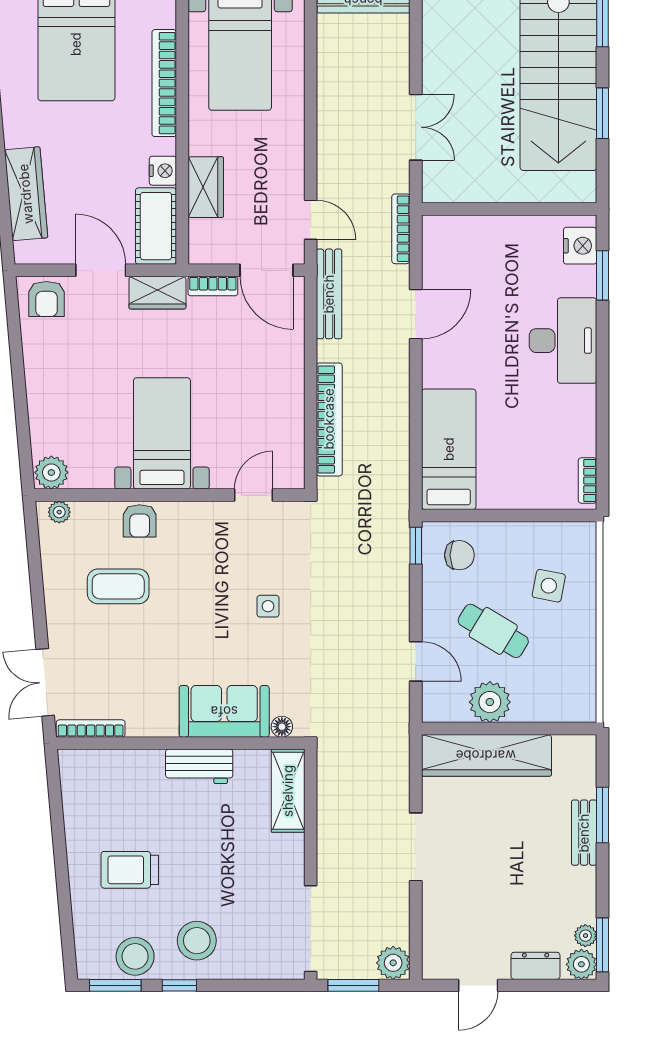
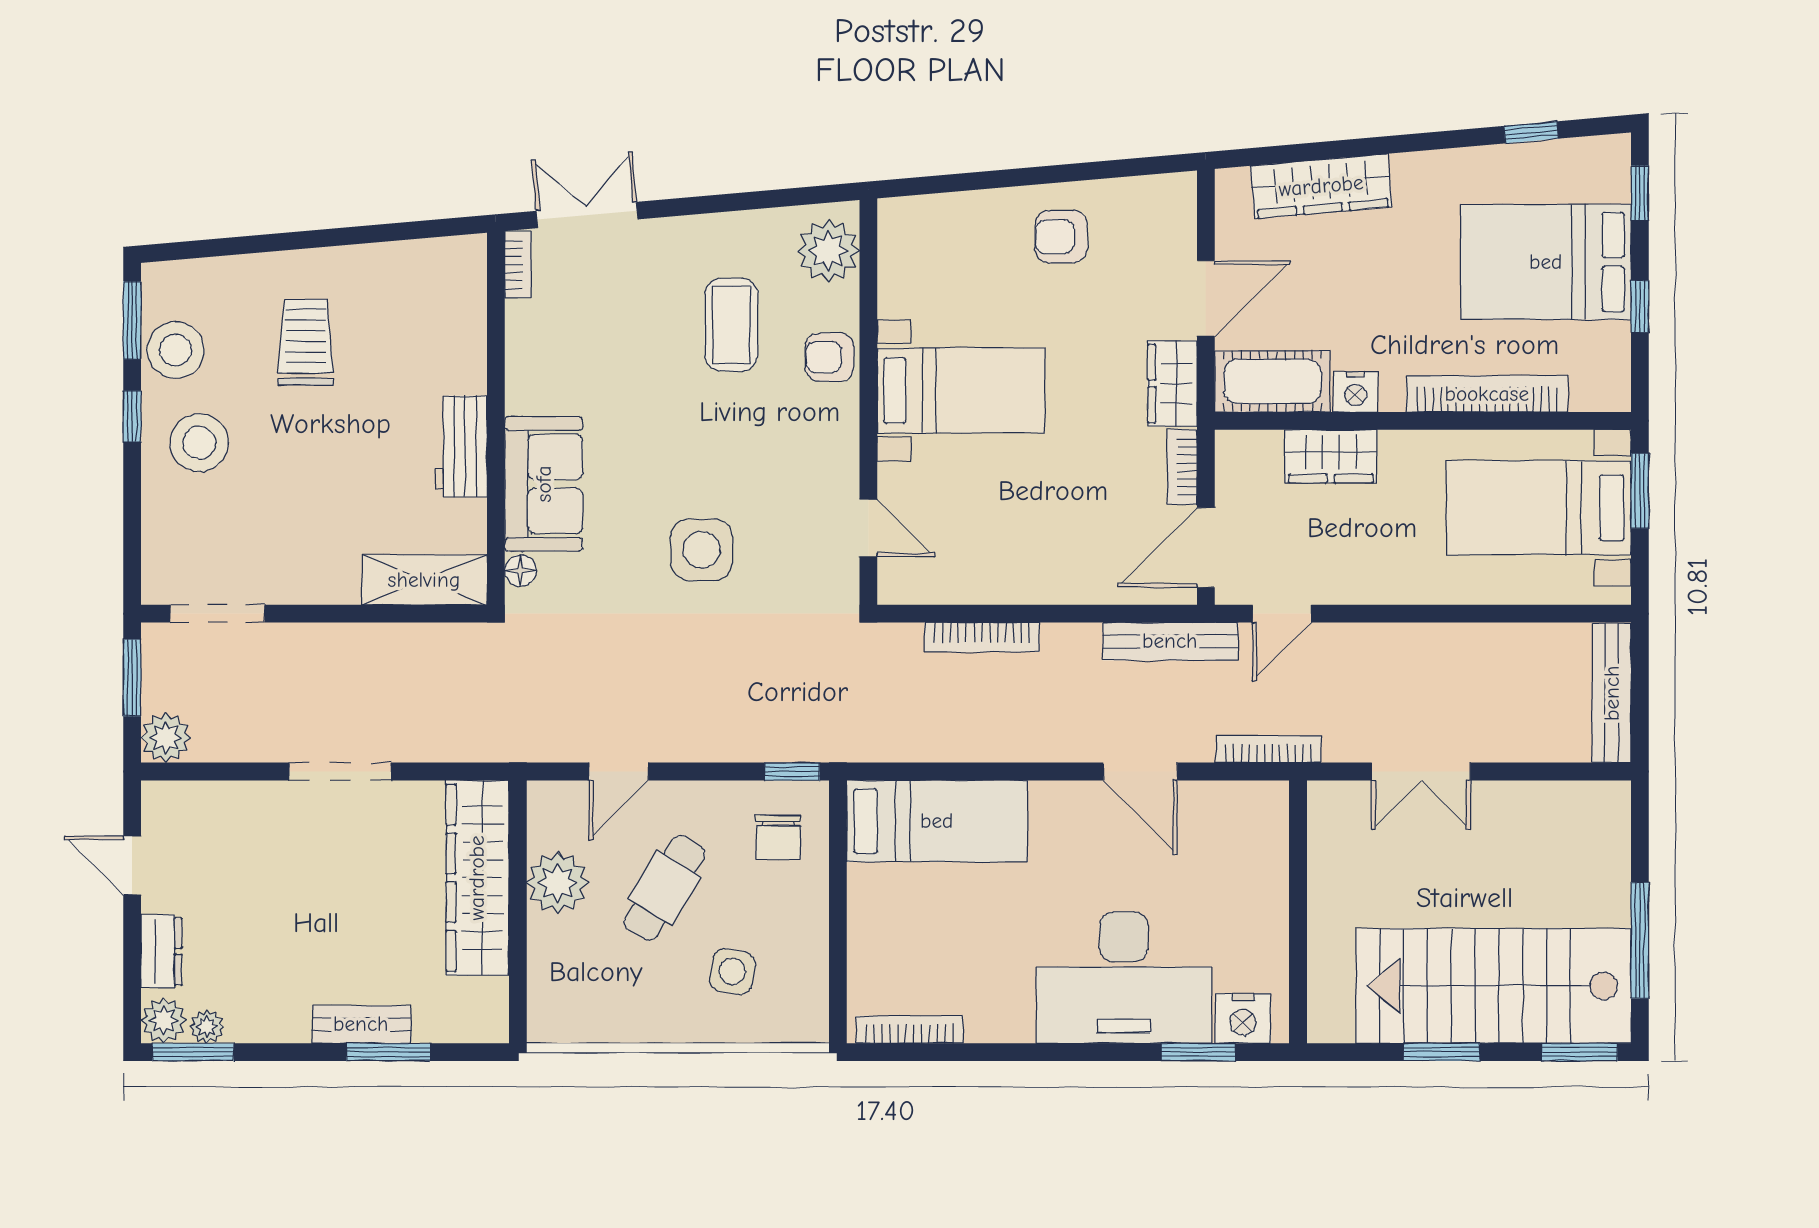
armchair: (47, 299) -> (1061, 237), moved
desk: (563, 341) -> (1124, 977), width x1.36, depth x1.30
bookcase: (329, 419) -> (982, 637), width x0.68, depth x0.76
plant: (51, 472) -> (902, 224), removed
bookcase: (588, 480) -> (910, 1030), width x1.56
plant: (59, 512) -> (828, 251), width x1.87, depth x1.87
side table: (268, 606) -> (702, 550), width x1.87, depth x1.87
bookcase: (91, 728) -> (518, 265), width x0.64
doorway: (311, 929) -> (217, 614), width x0.73

